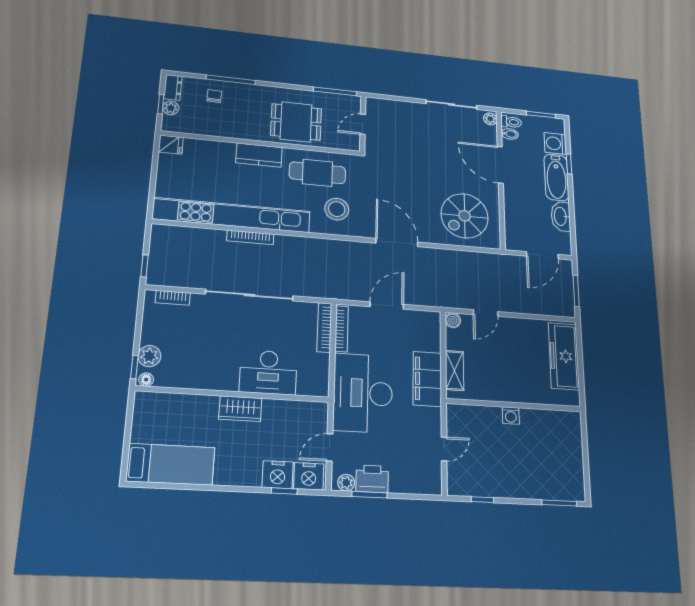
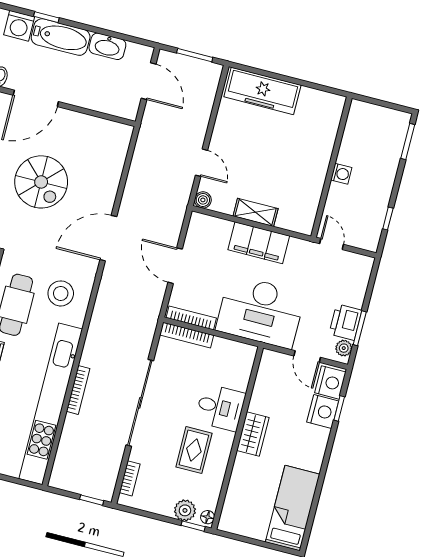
spiral stairs: (465, 216) -> (41, 182), moved
rug: (213, 354) -> (194, 450), added
desk: (268, 372) -> (220, 407), width x0.73
wall: (514, 405) -> (331, 167), moved
washing machine: (511, 416) -> (341, 174), moved

